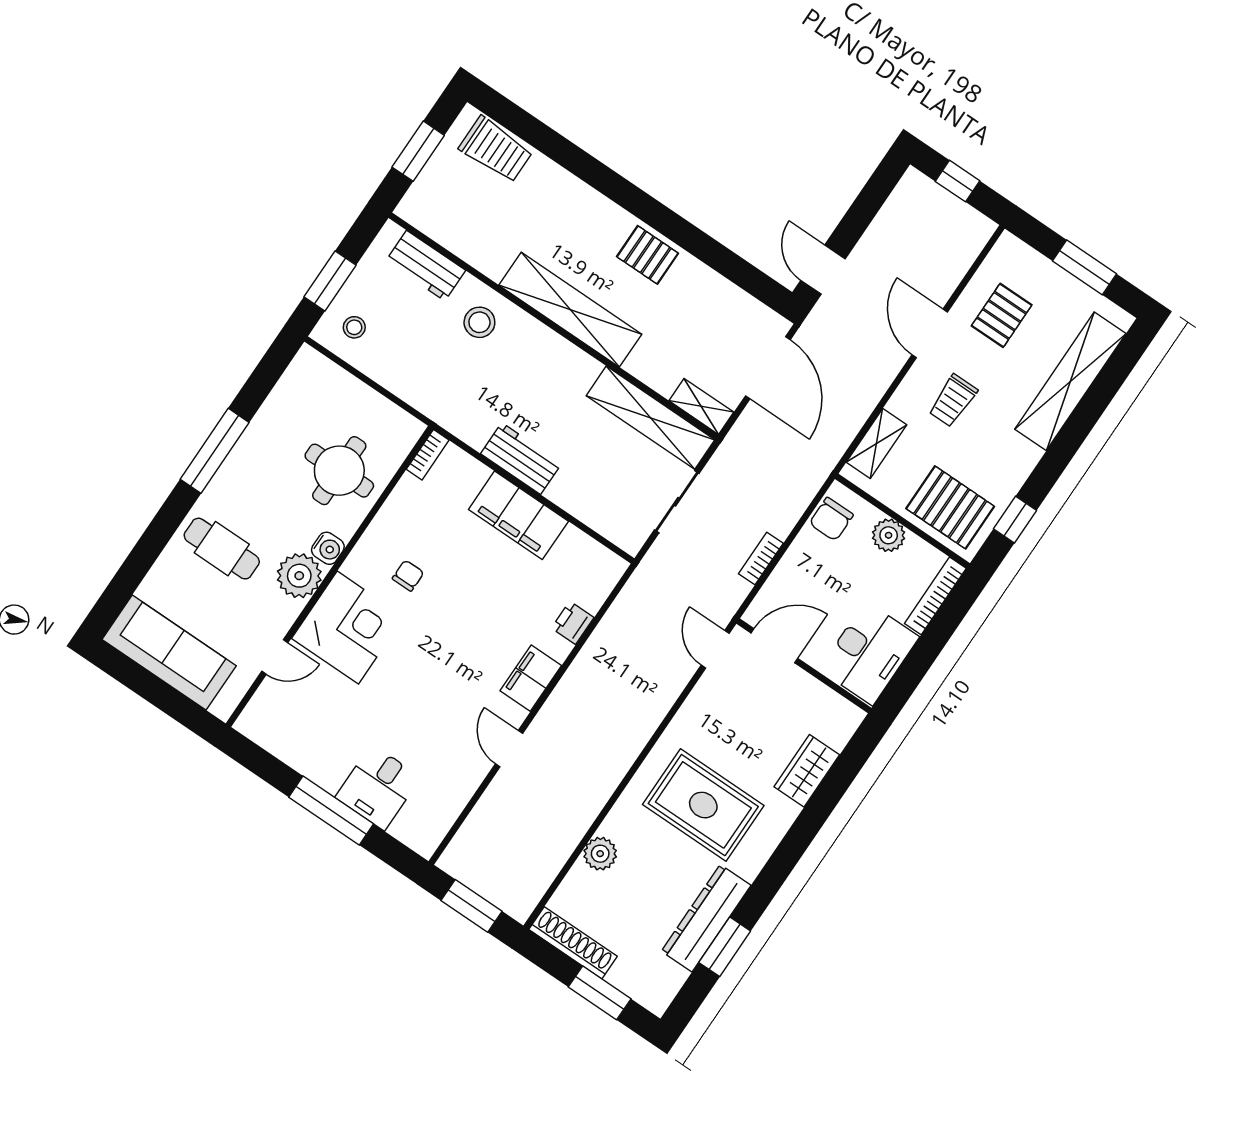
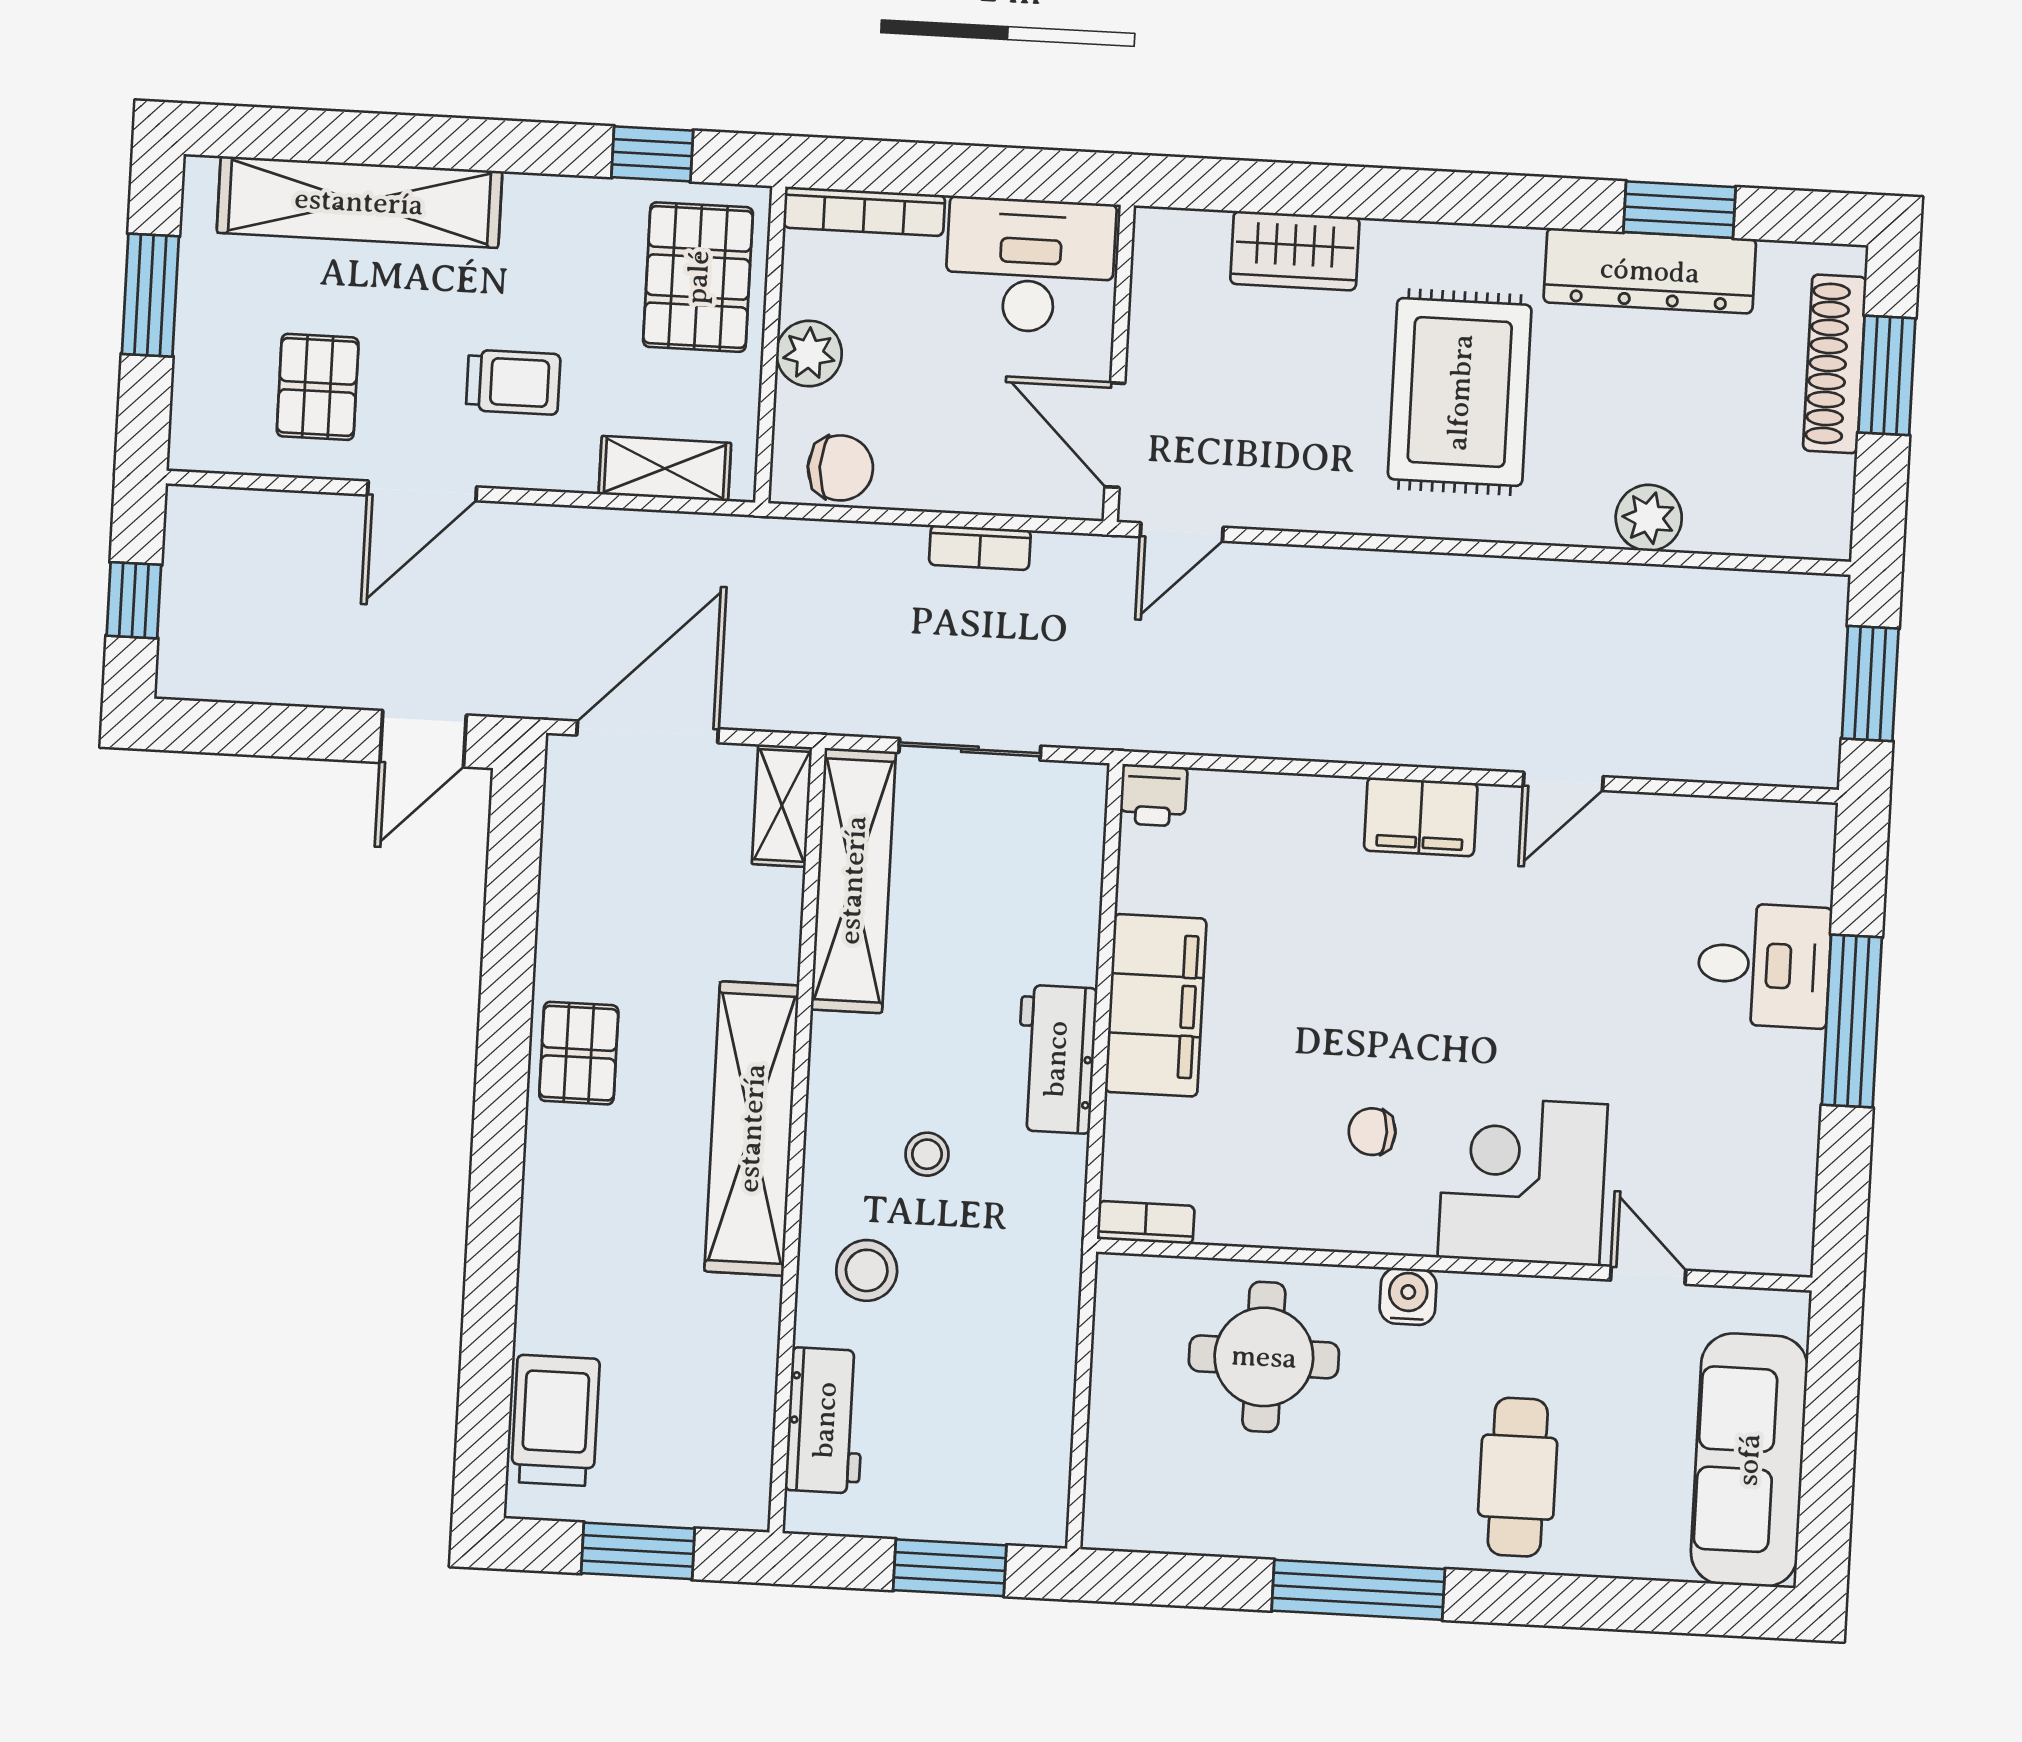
pallet: (1002, 315) -> (318, 387), turned 90
stool: (354, 327) -> (927, 1154), moved
plant: (299, 576) -> (1484, 1317), removed
printer: (573, 623) -> (1153, 795), moved
shoe rack: (573, 943) -> (1835, 364), moved

